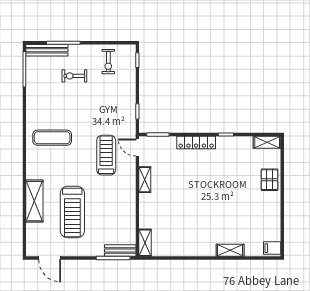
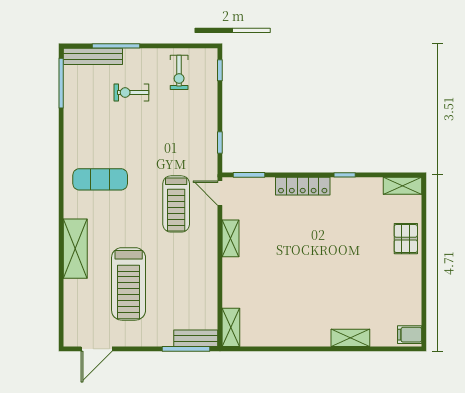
treadmill: (106, 155) -> (176, 204), turned 180
shelving: (34, 201) -> (75, 249), moved
door: (50, 258) -> (97, 349), hinge flipped

